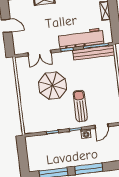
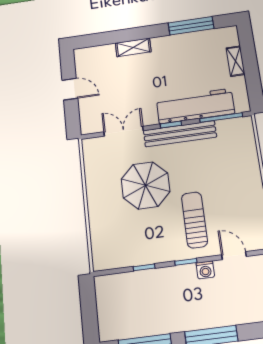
double door: (39, 53) -> (124, 131), swing flipped
bench: (94, 53) -> (180, 134), moved
door: (102, 126) -> (234, 256), swing flipped

